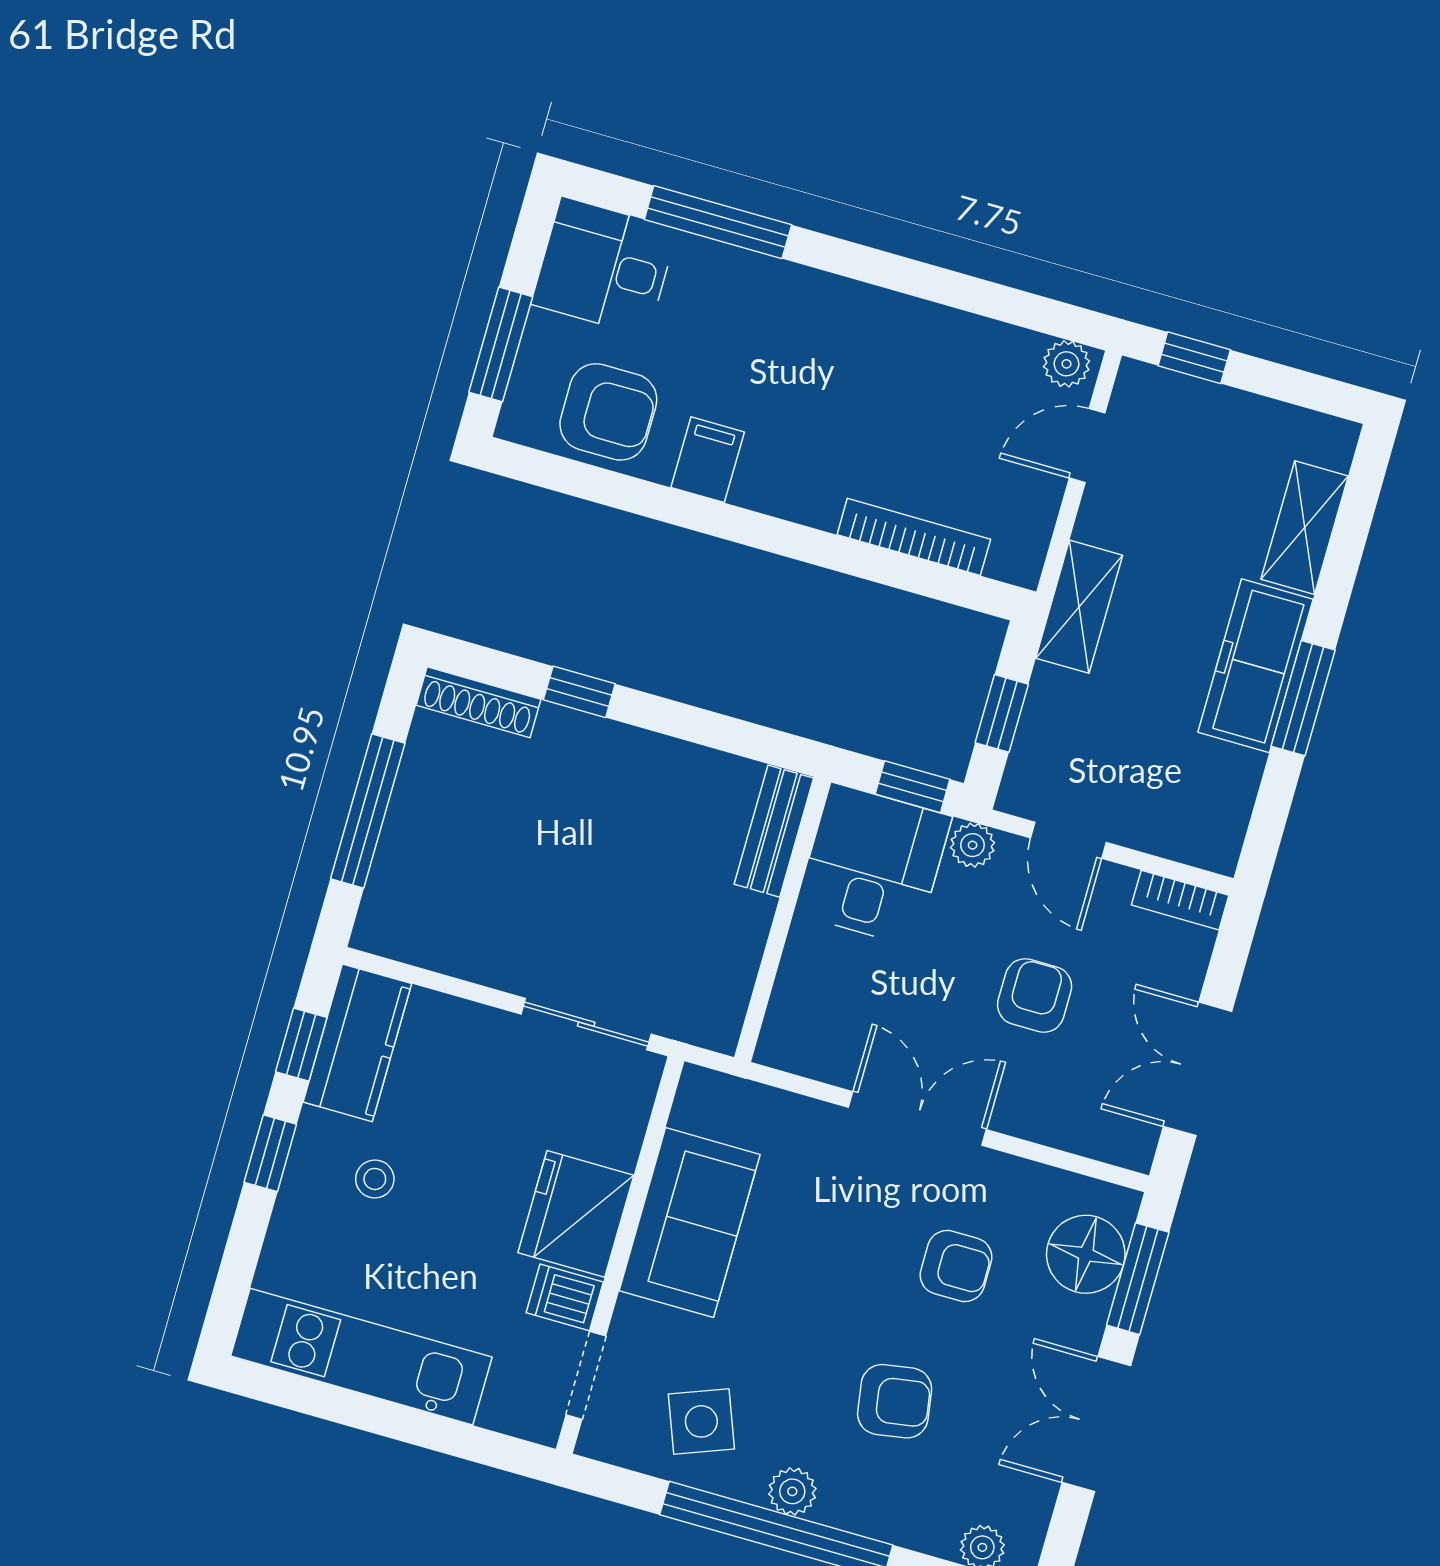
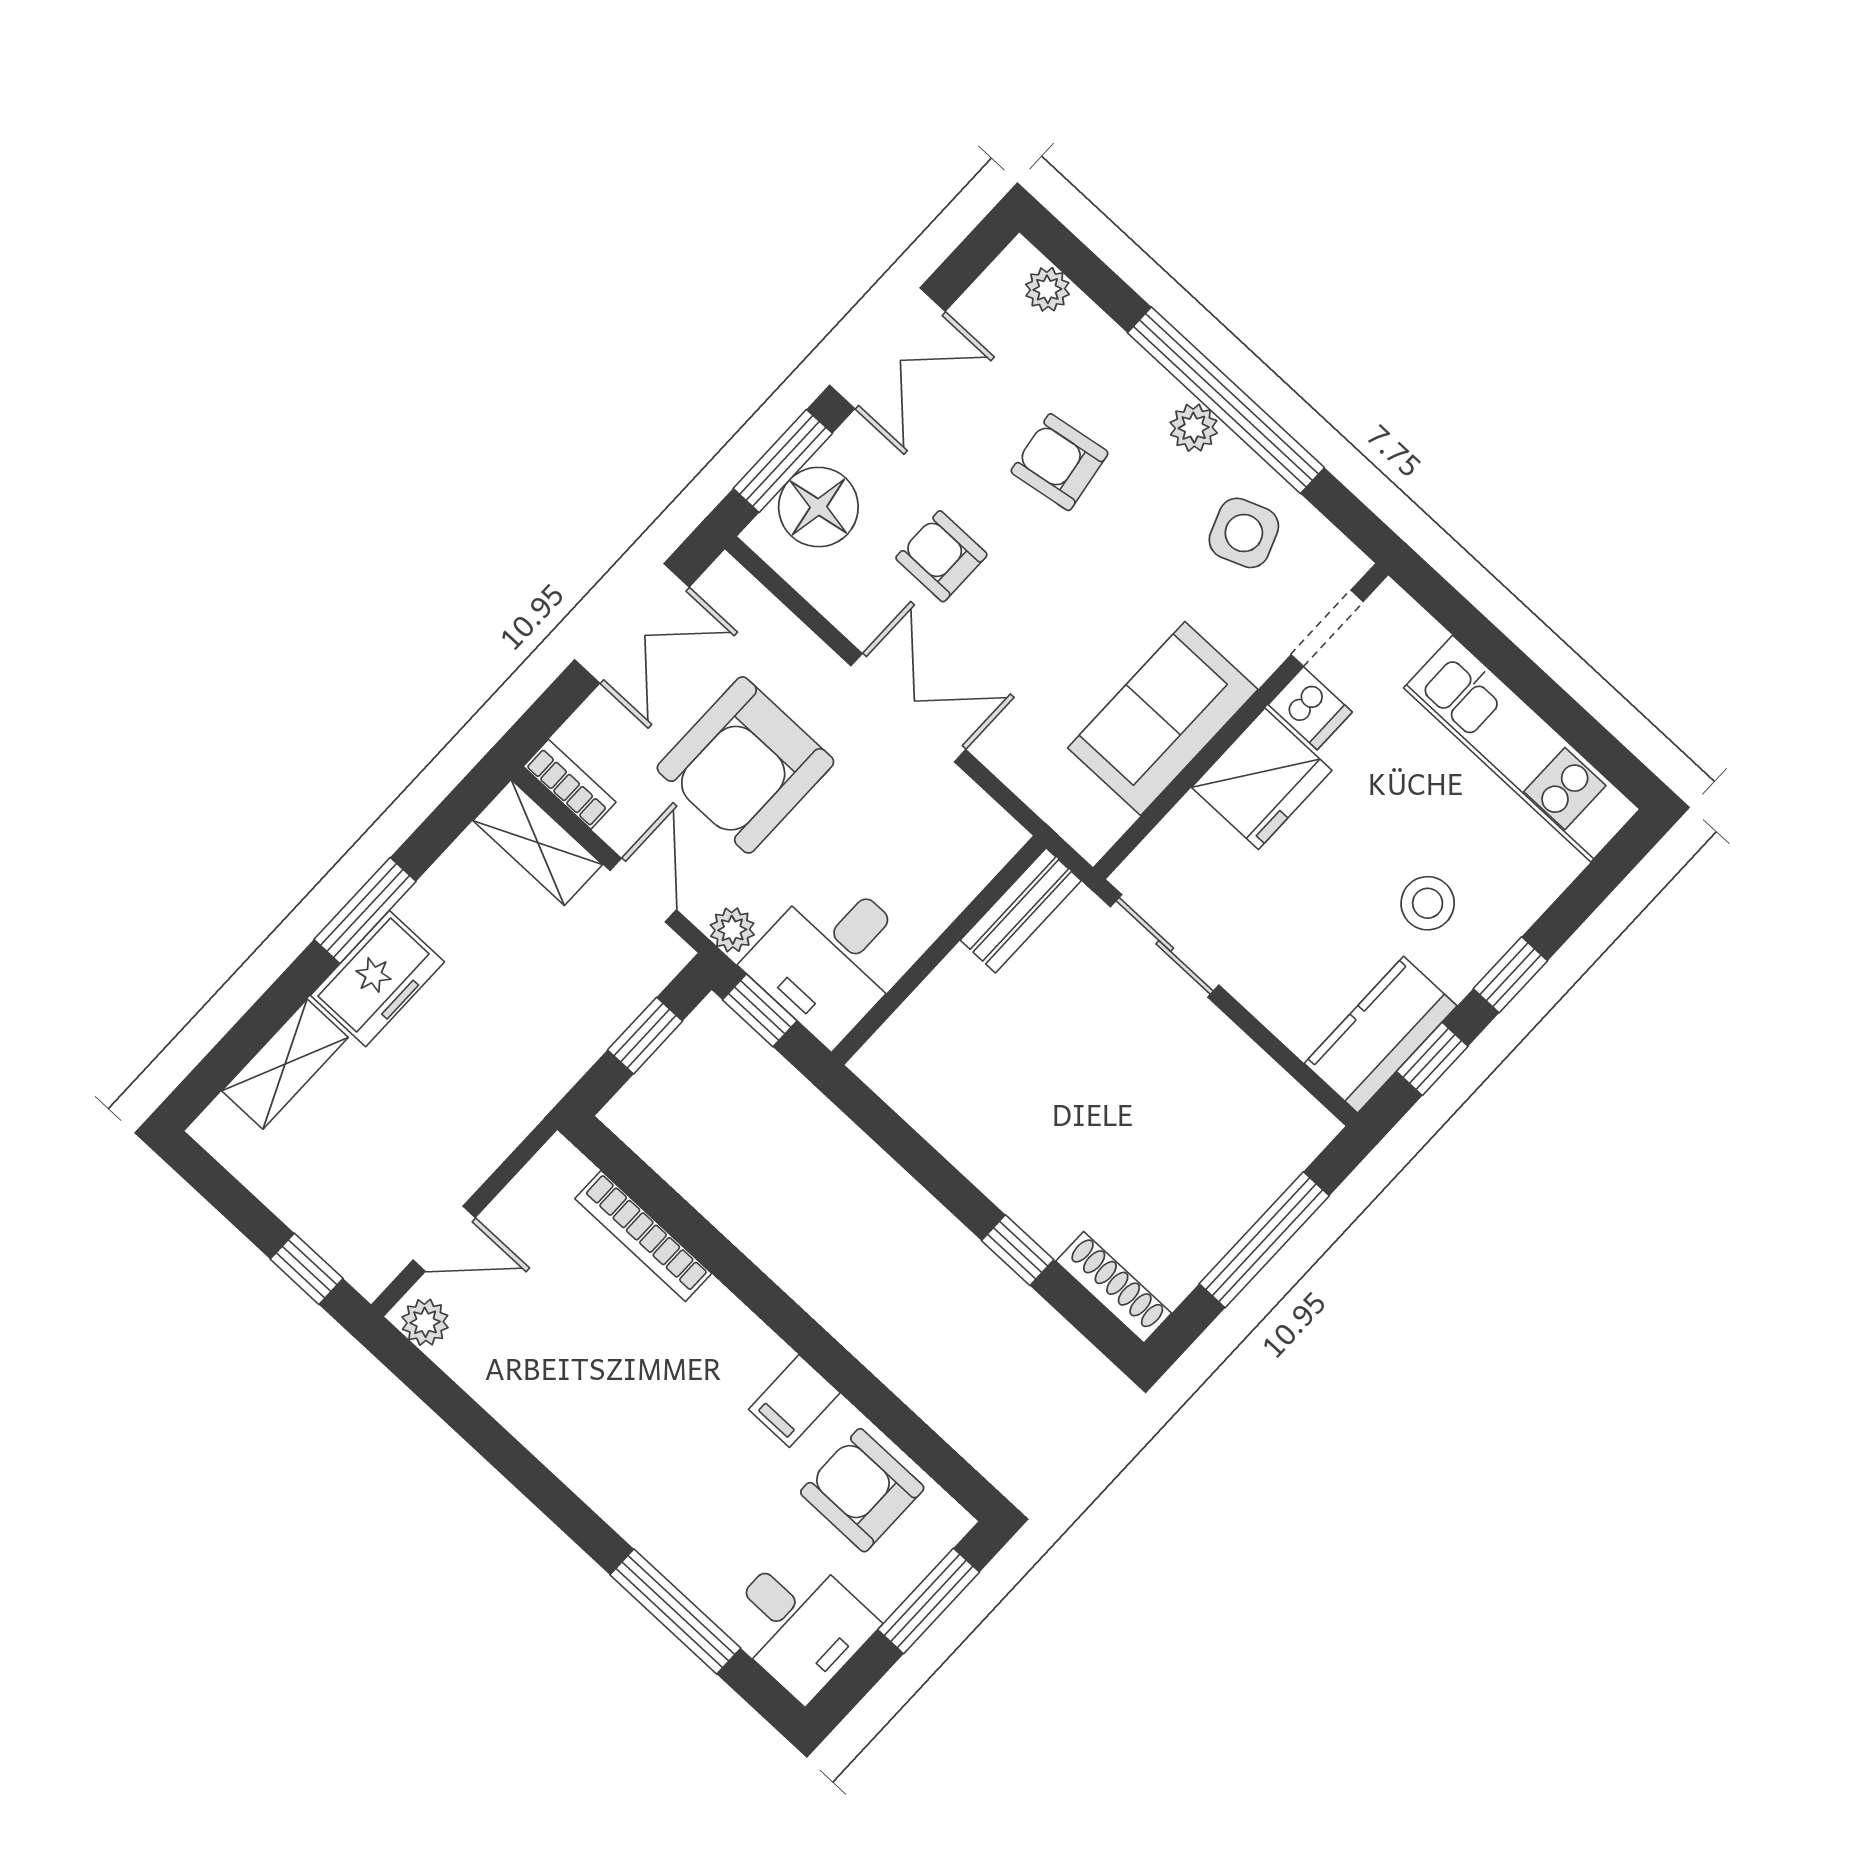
shelving: (1079, 607) -> (538, 843), moved, turned 90
freezer: (1256, 666) -> (377, 979), width x0.71
bench: (774, 831) -> (1021, 910), moved
armchair: (1035, 996) -> (745, 765), width x1.88, depth x1.88
double door: (917, 1118) -> (908, 708), swing flipped
stool: (375, 1179) -> (1428, 903), width x1.37, depth x1.37

